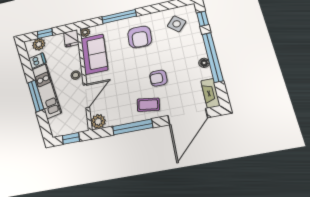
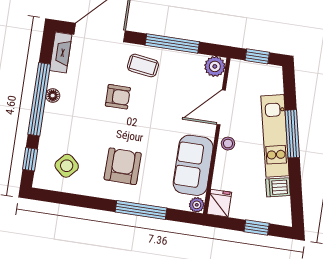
plant: (39, 44) -> (270, 213), removed

